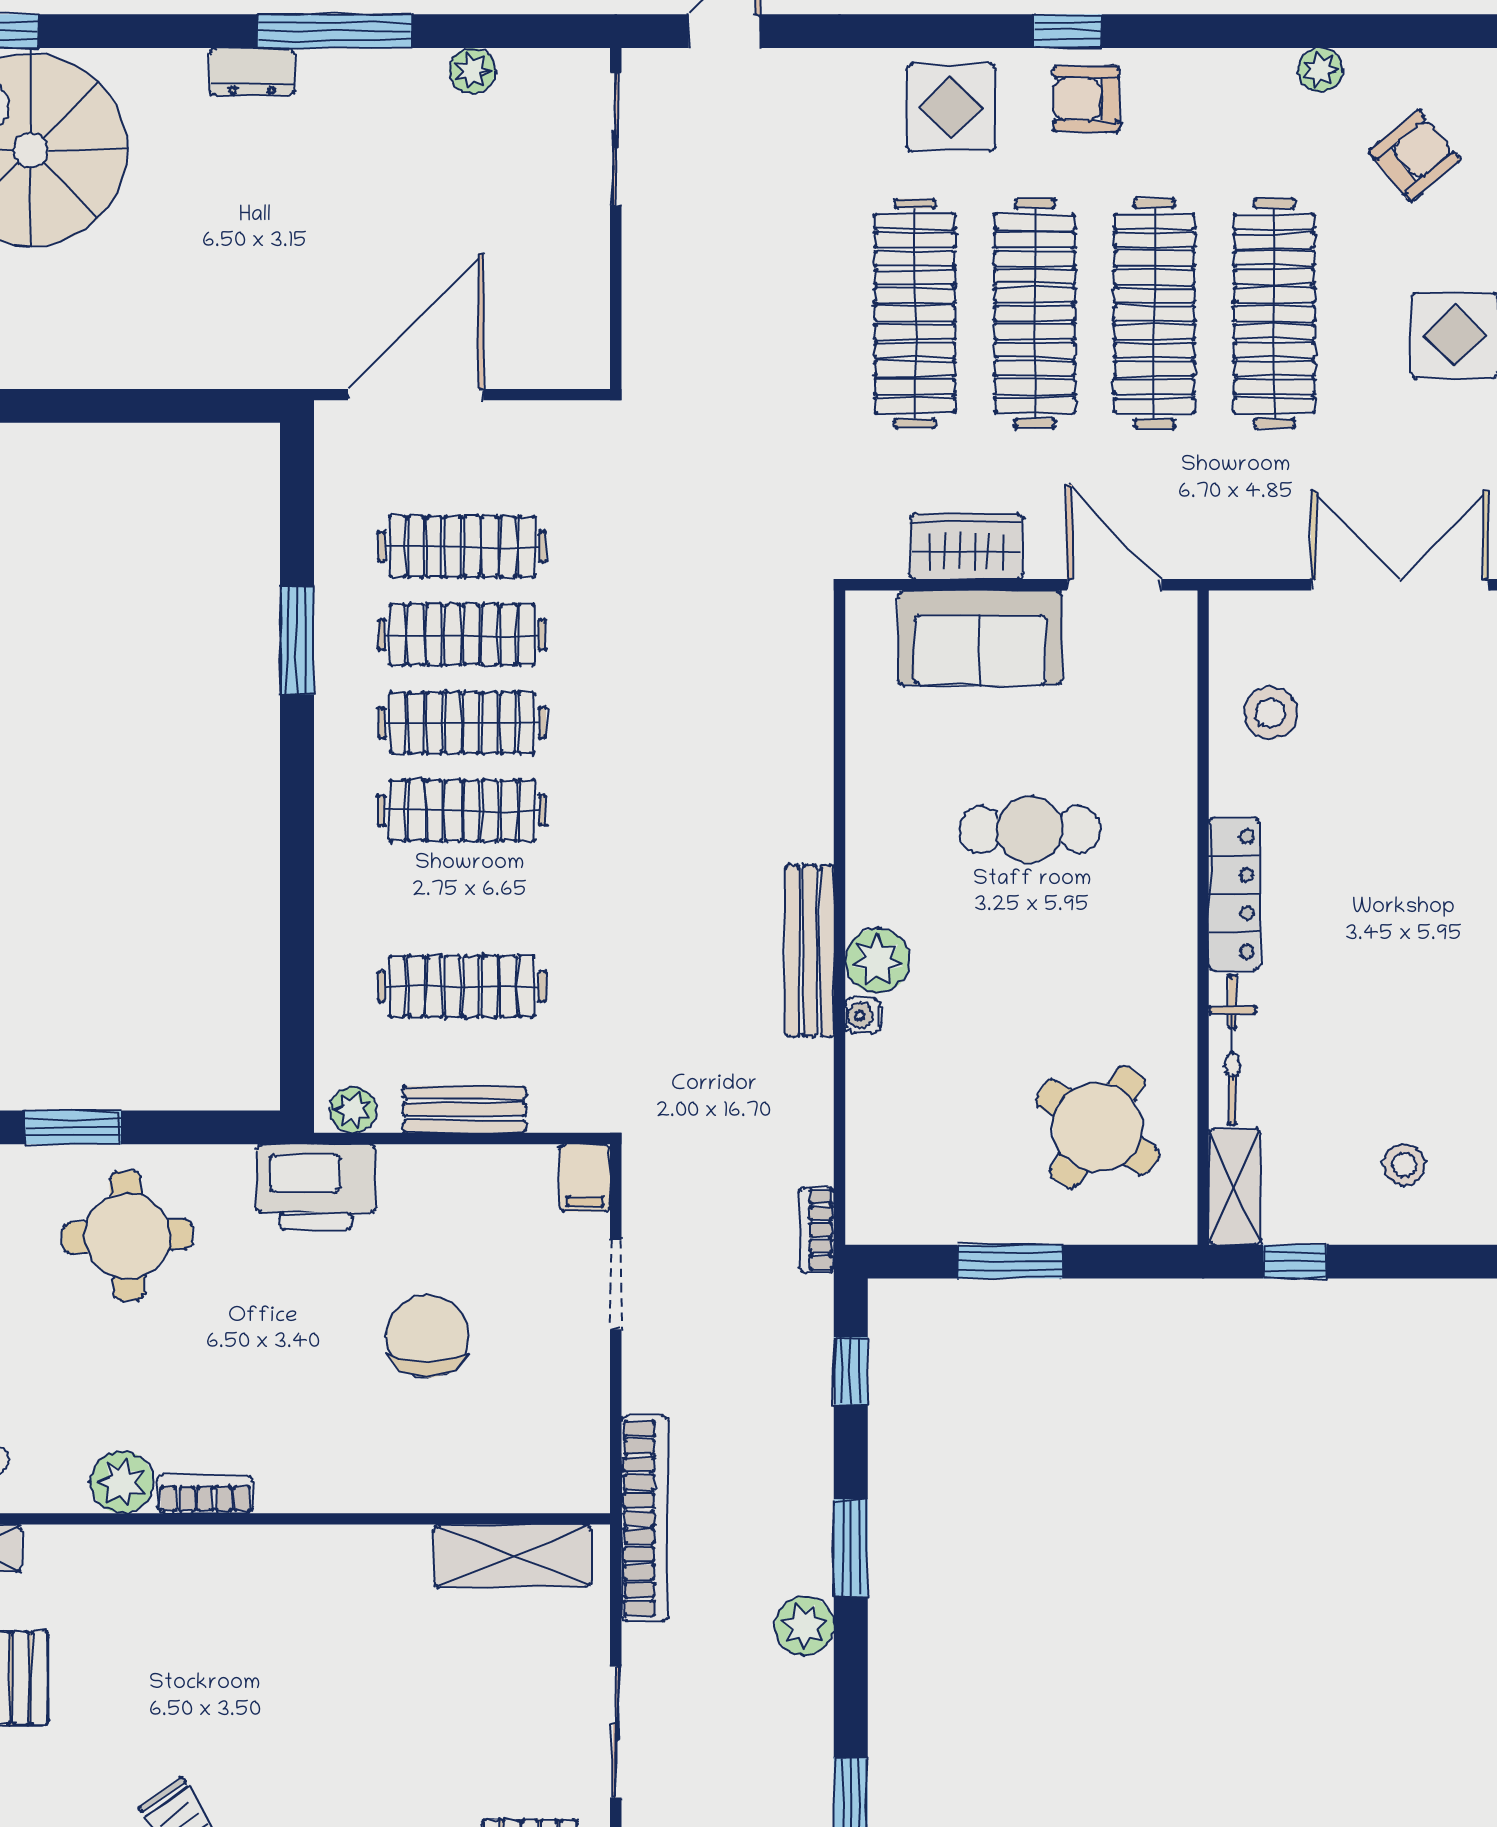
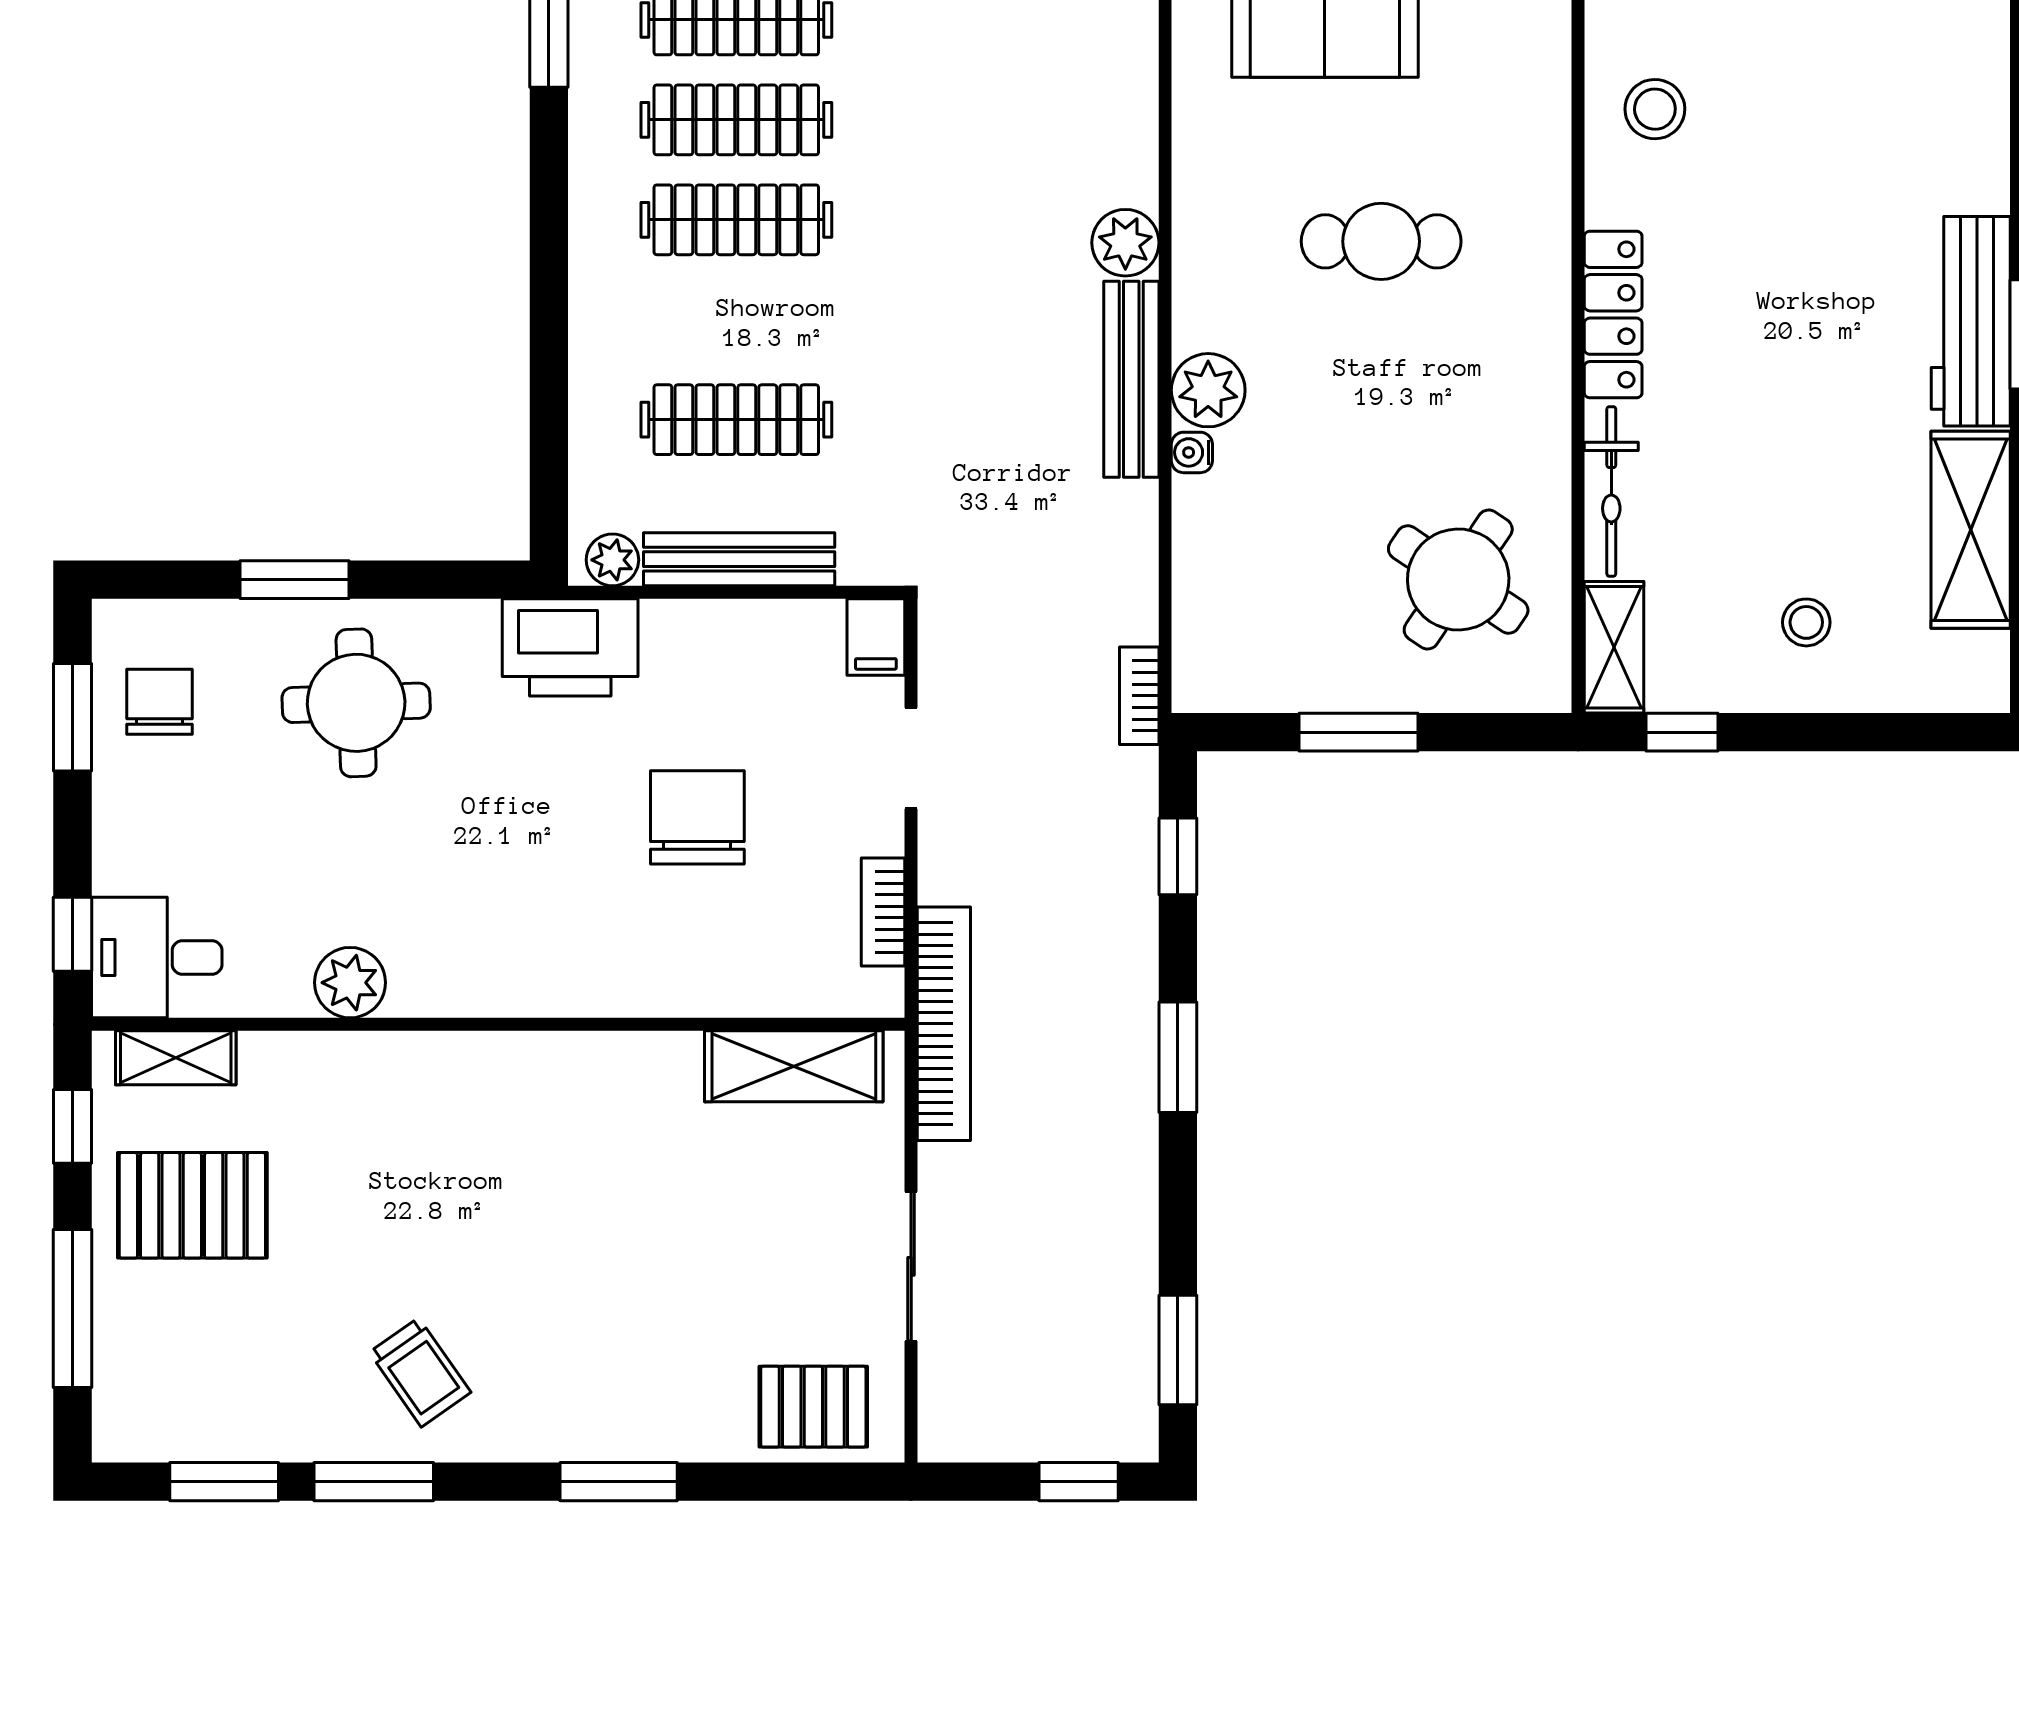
bench: (464, 1109) -> (739, 559), width x1.36
bookcase: (205, 1494) -> (883, 912), moved, turned -90
plant: (805, 1626) -> (1125, 243), moved

